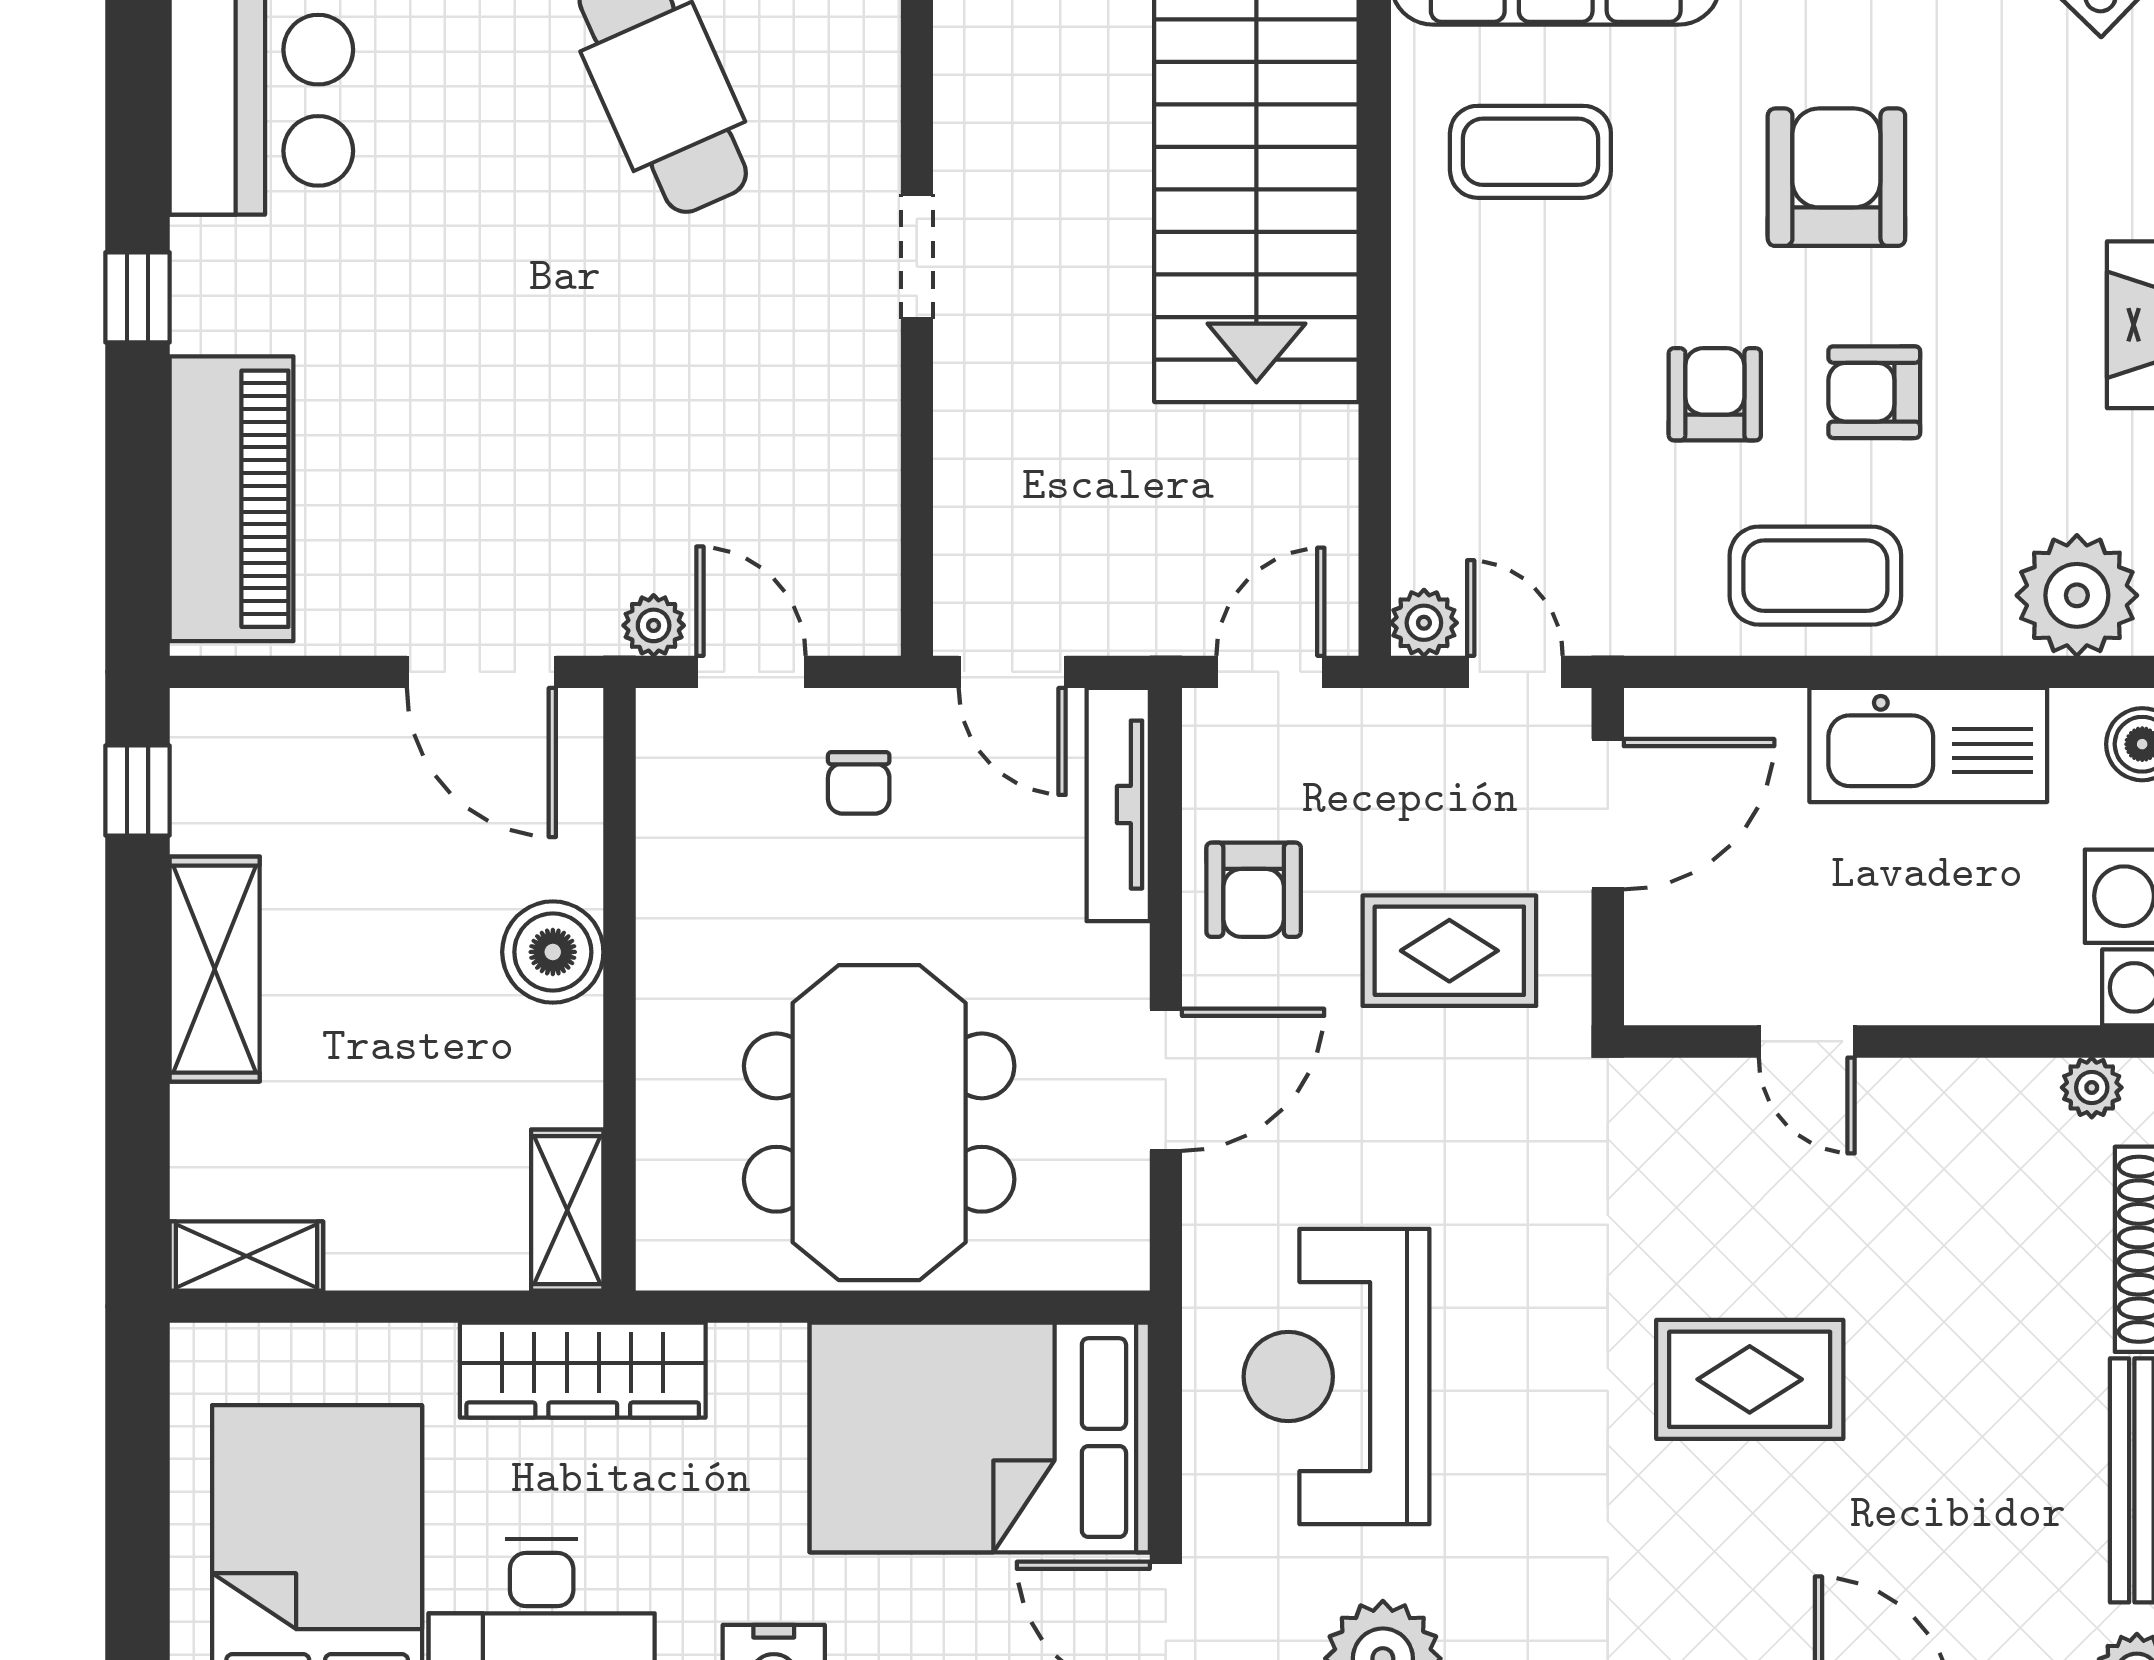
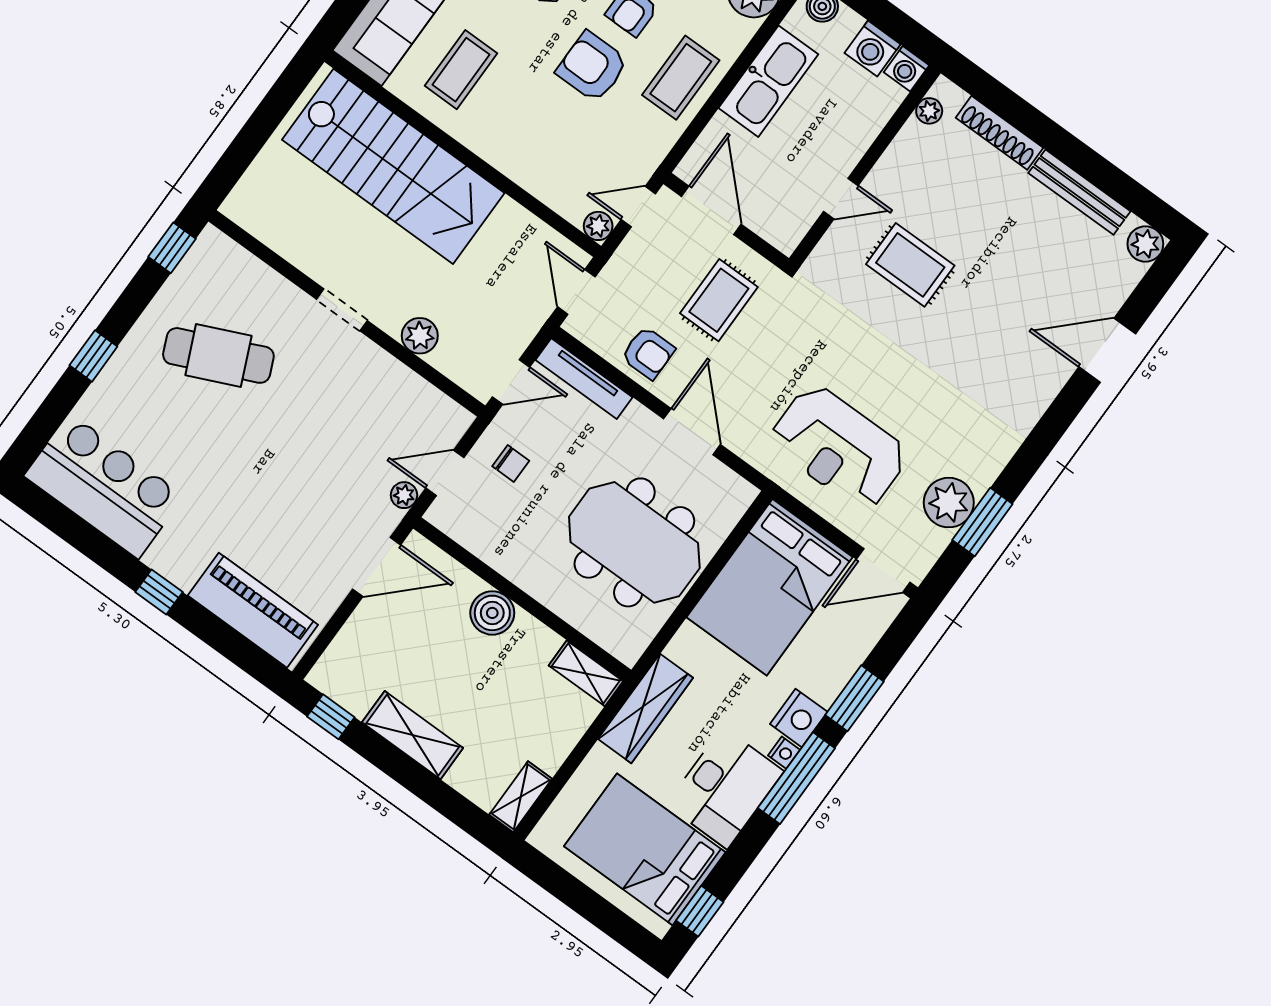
armchair: (1715, 394) -> (592, 67), width x1.38, depth x1.38
plant: (974, 438) -> (420, 336), added
rug: (1750, 1379) -> (910, 265), moved, turned 90

